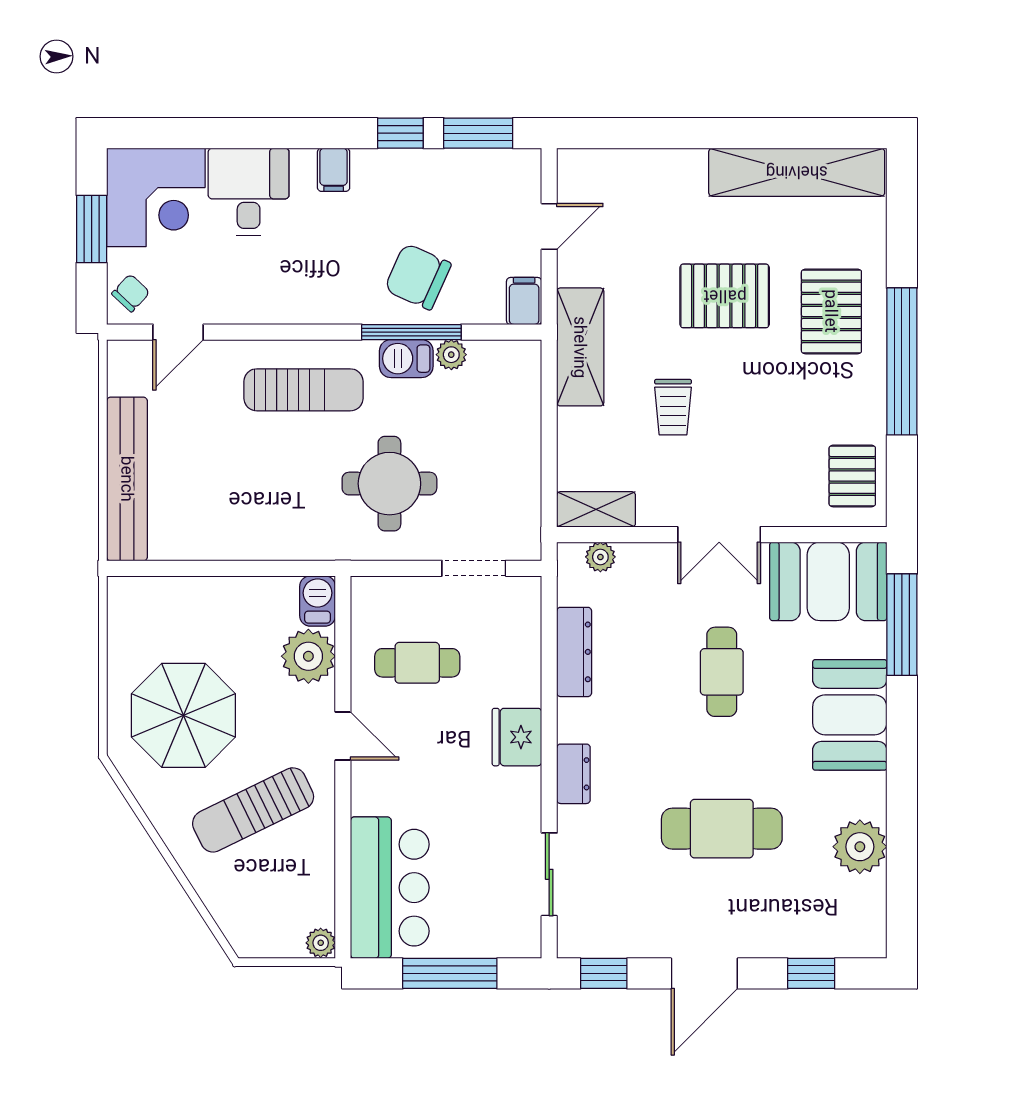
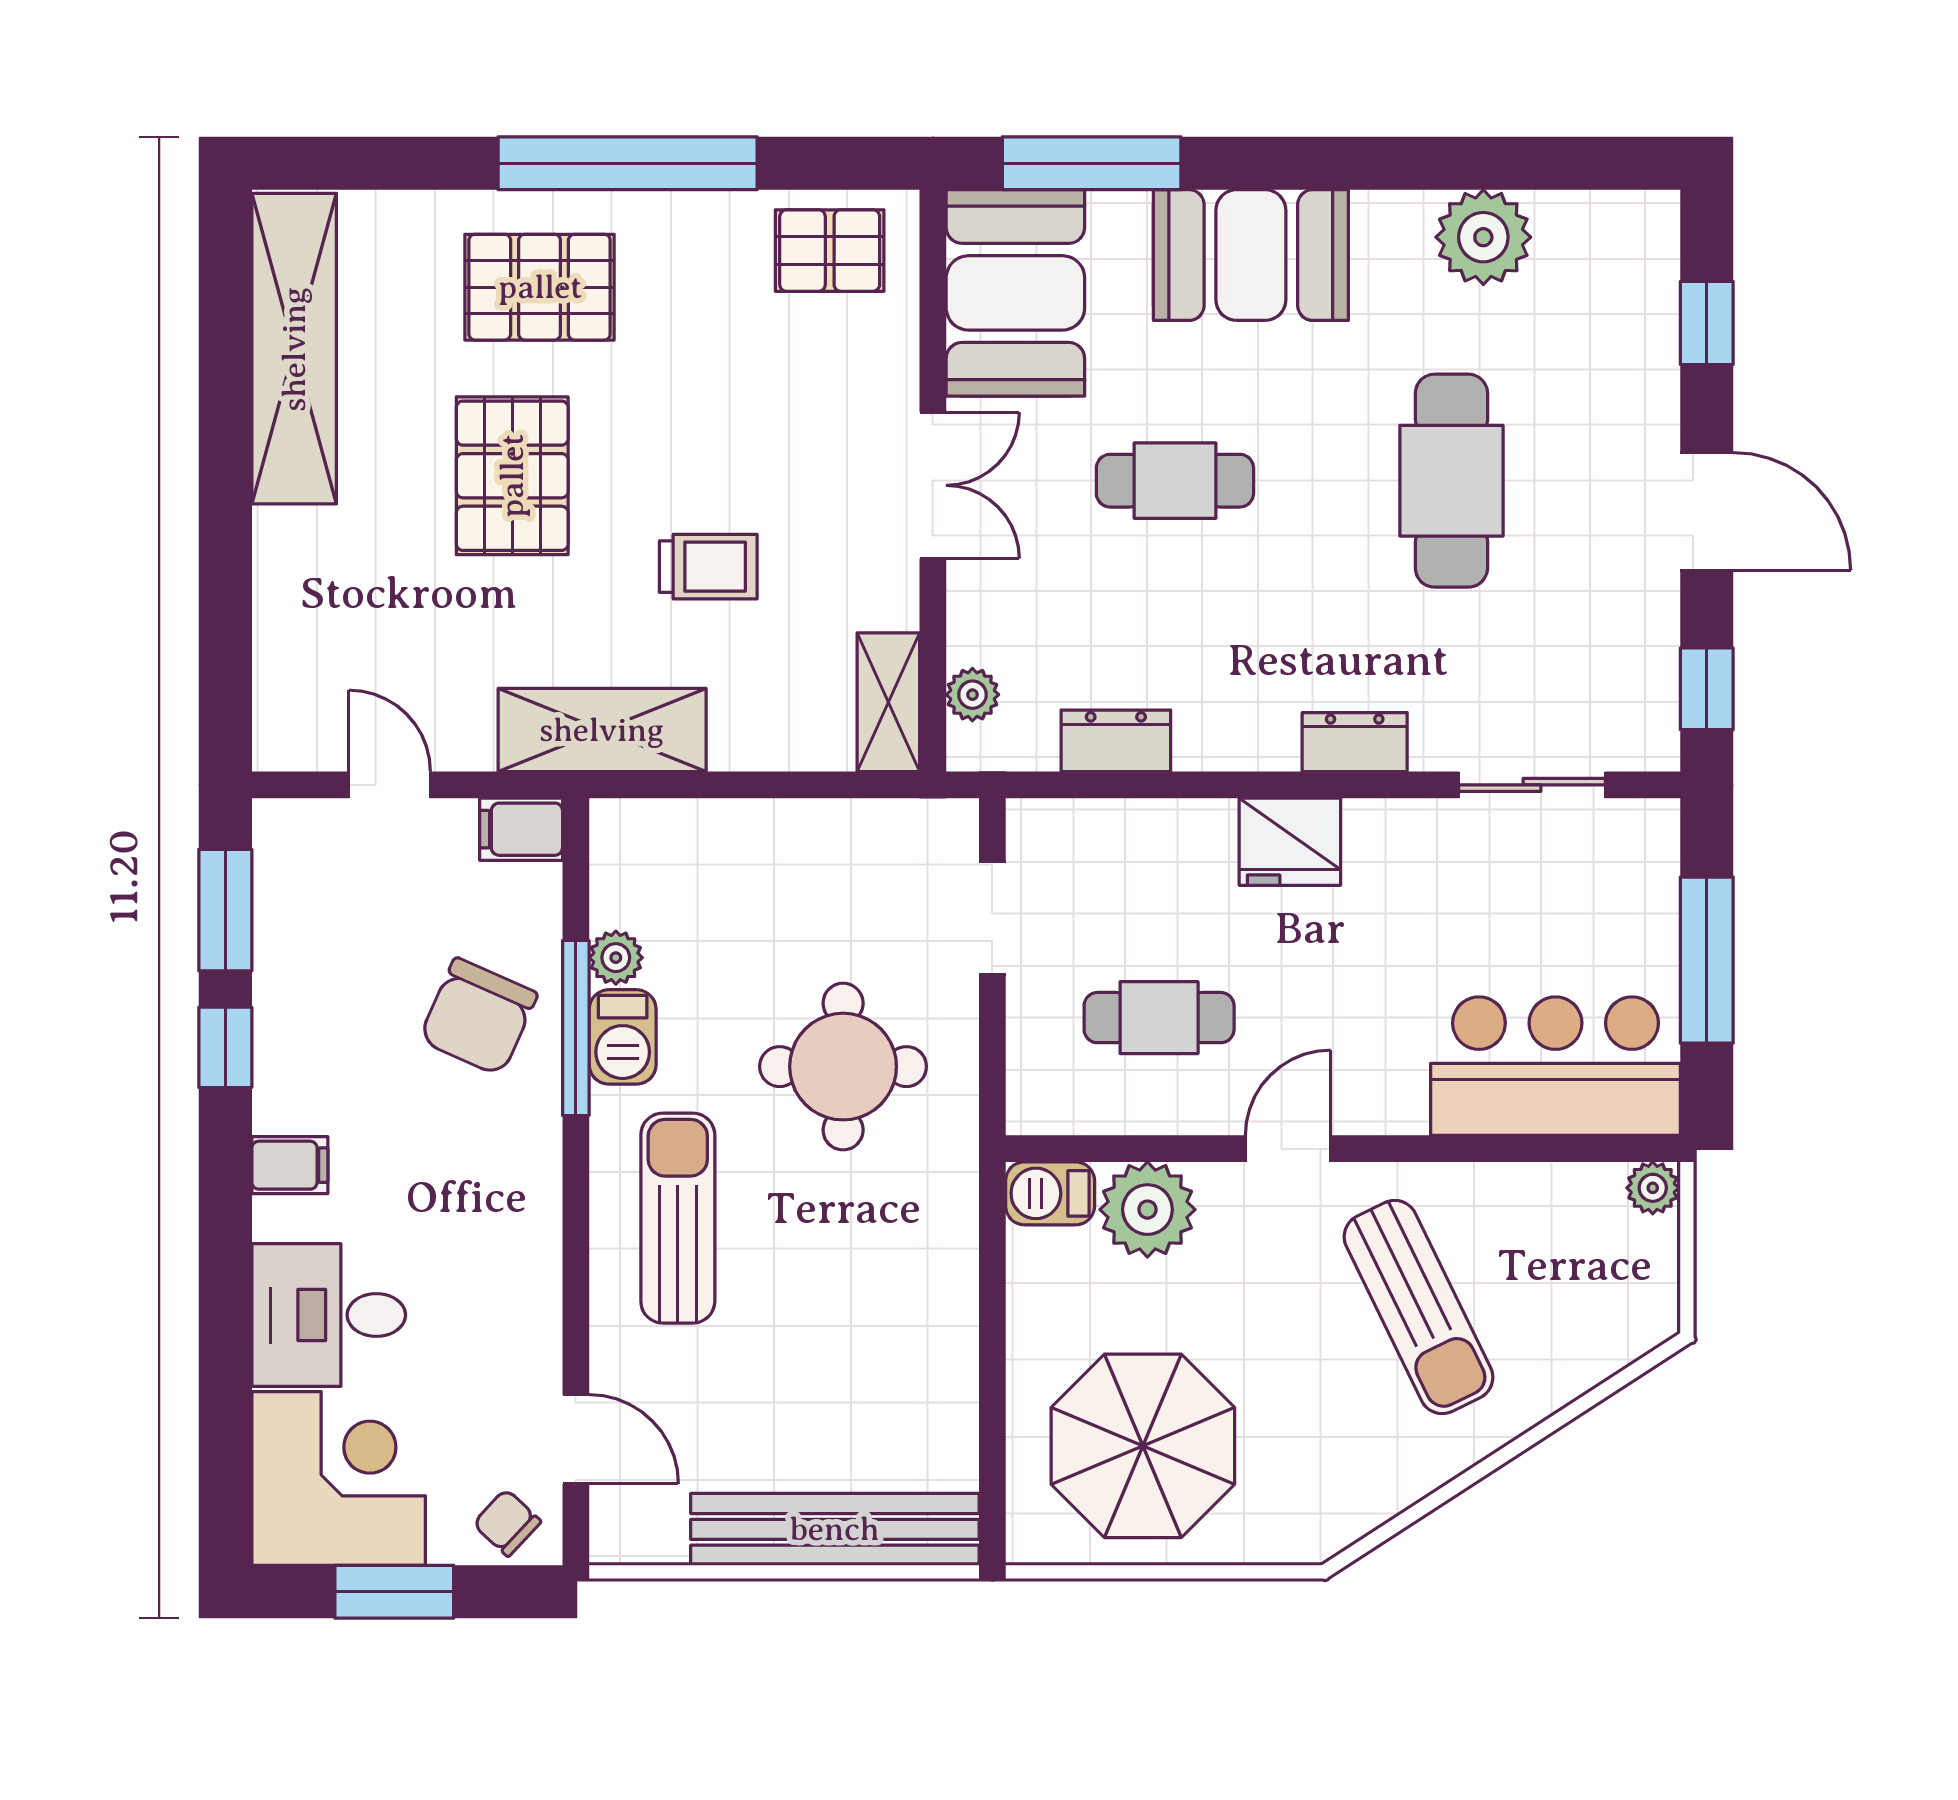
dresser: (574, 652) -> (1116, 741), width x0.70
cafe table: (417, 663) -> (1159, 1018), turned 90
parasol: (183, 715) -> (1143, 1446), moved

